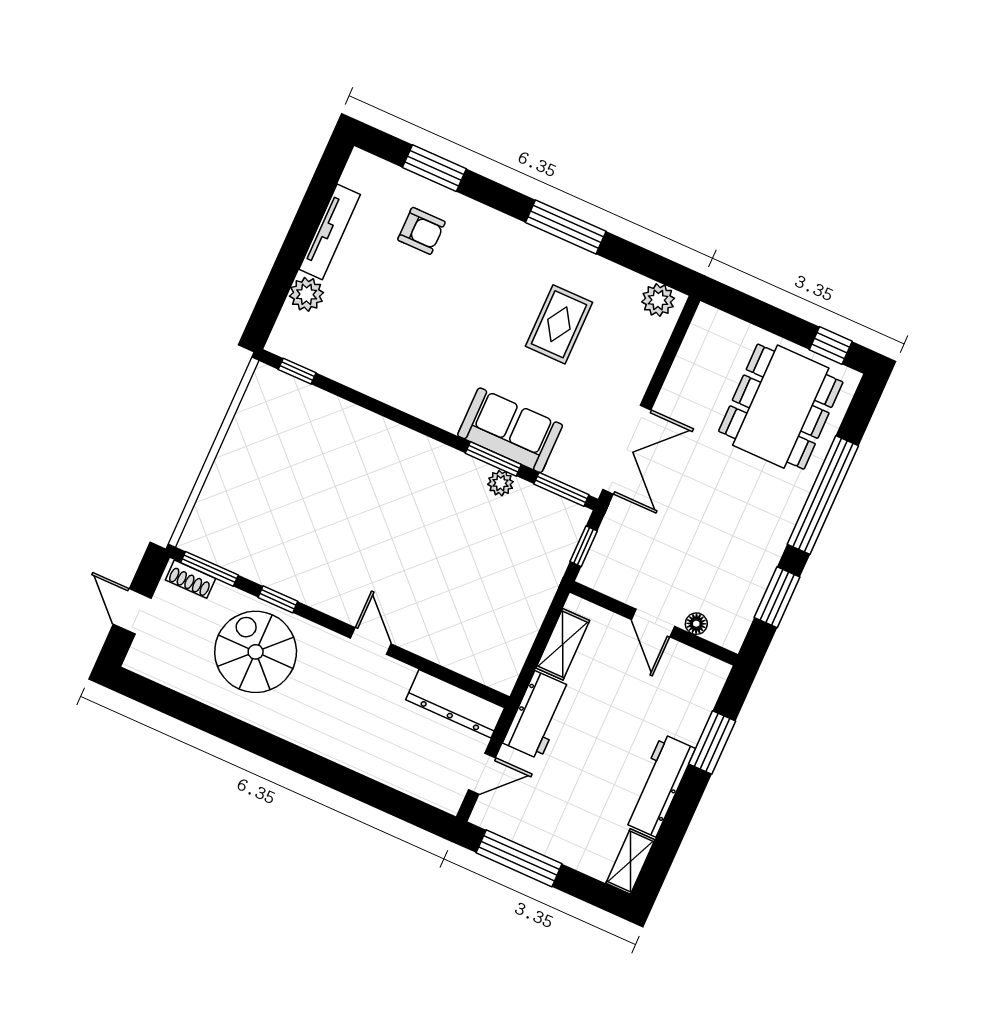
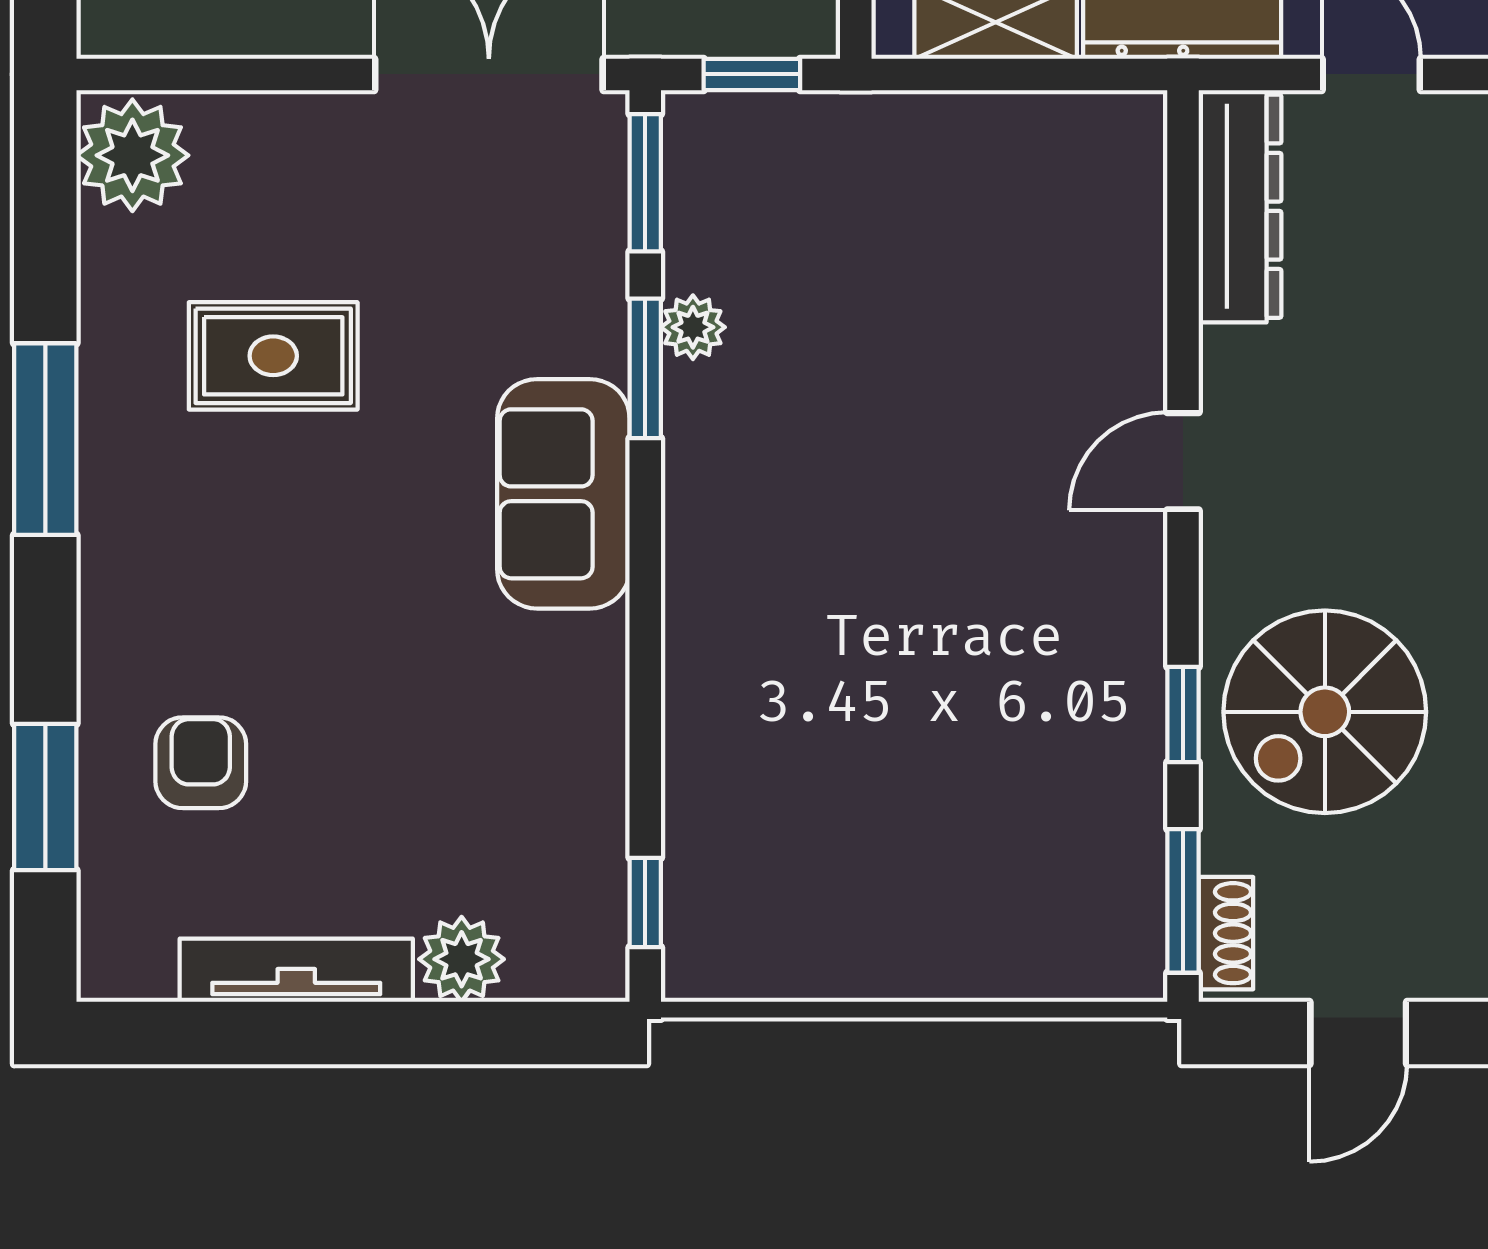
plant: (658, 300) -> (132, 155), width x1.36, depth x1.36
sofa: (510, 430) -> (563, 494), moved

